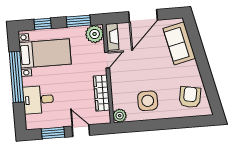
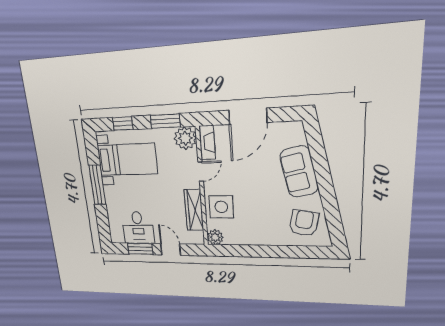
sofa: (179, 43) -> (299, 172), moved
window: (16, 77) -> (97, 185), width x0.68
desk: (38, 100) -> (138, 228), moved, turned -90
side table: (148, 101) -> (221, 207), moved

